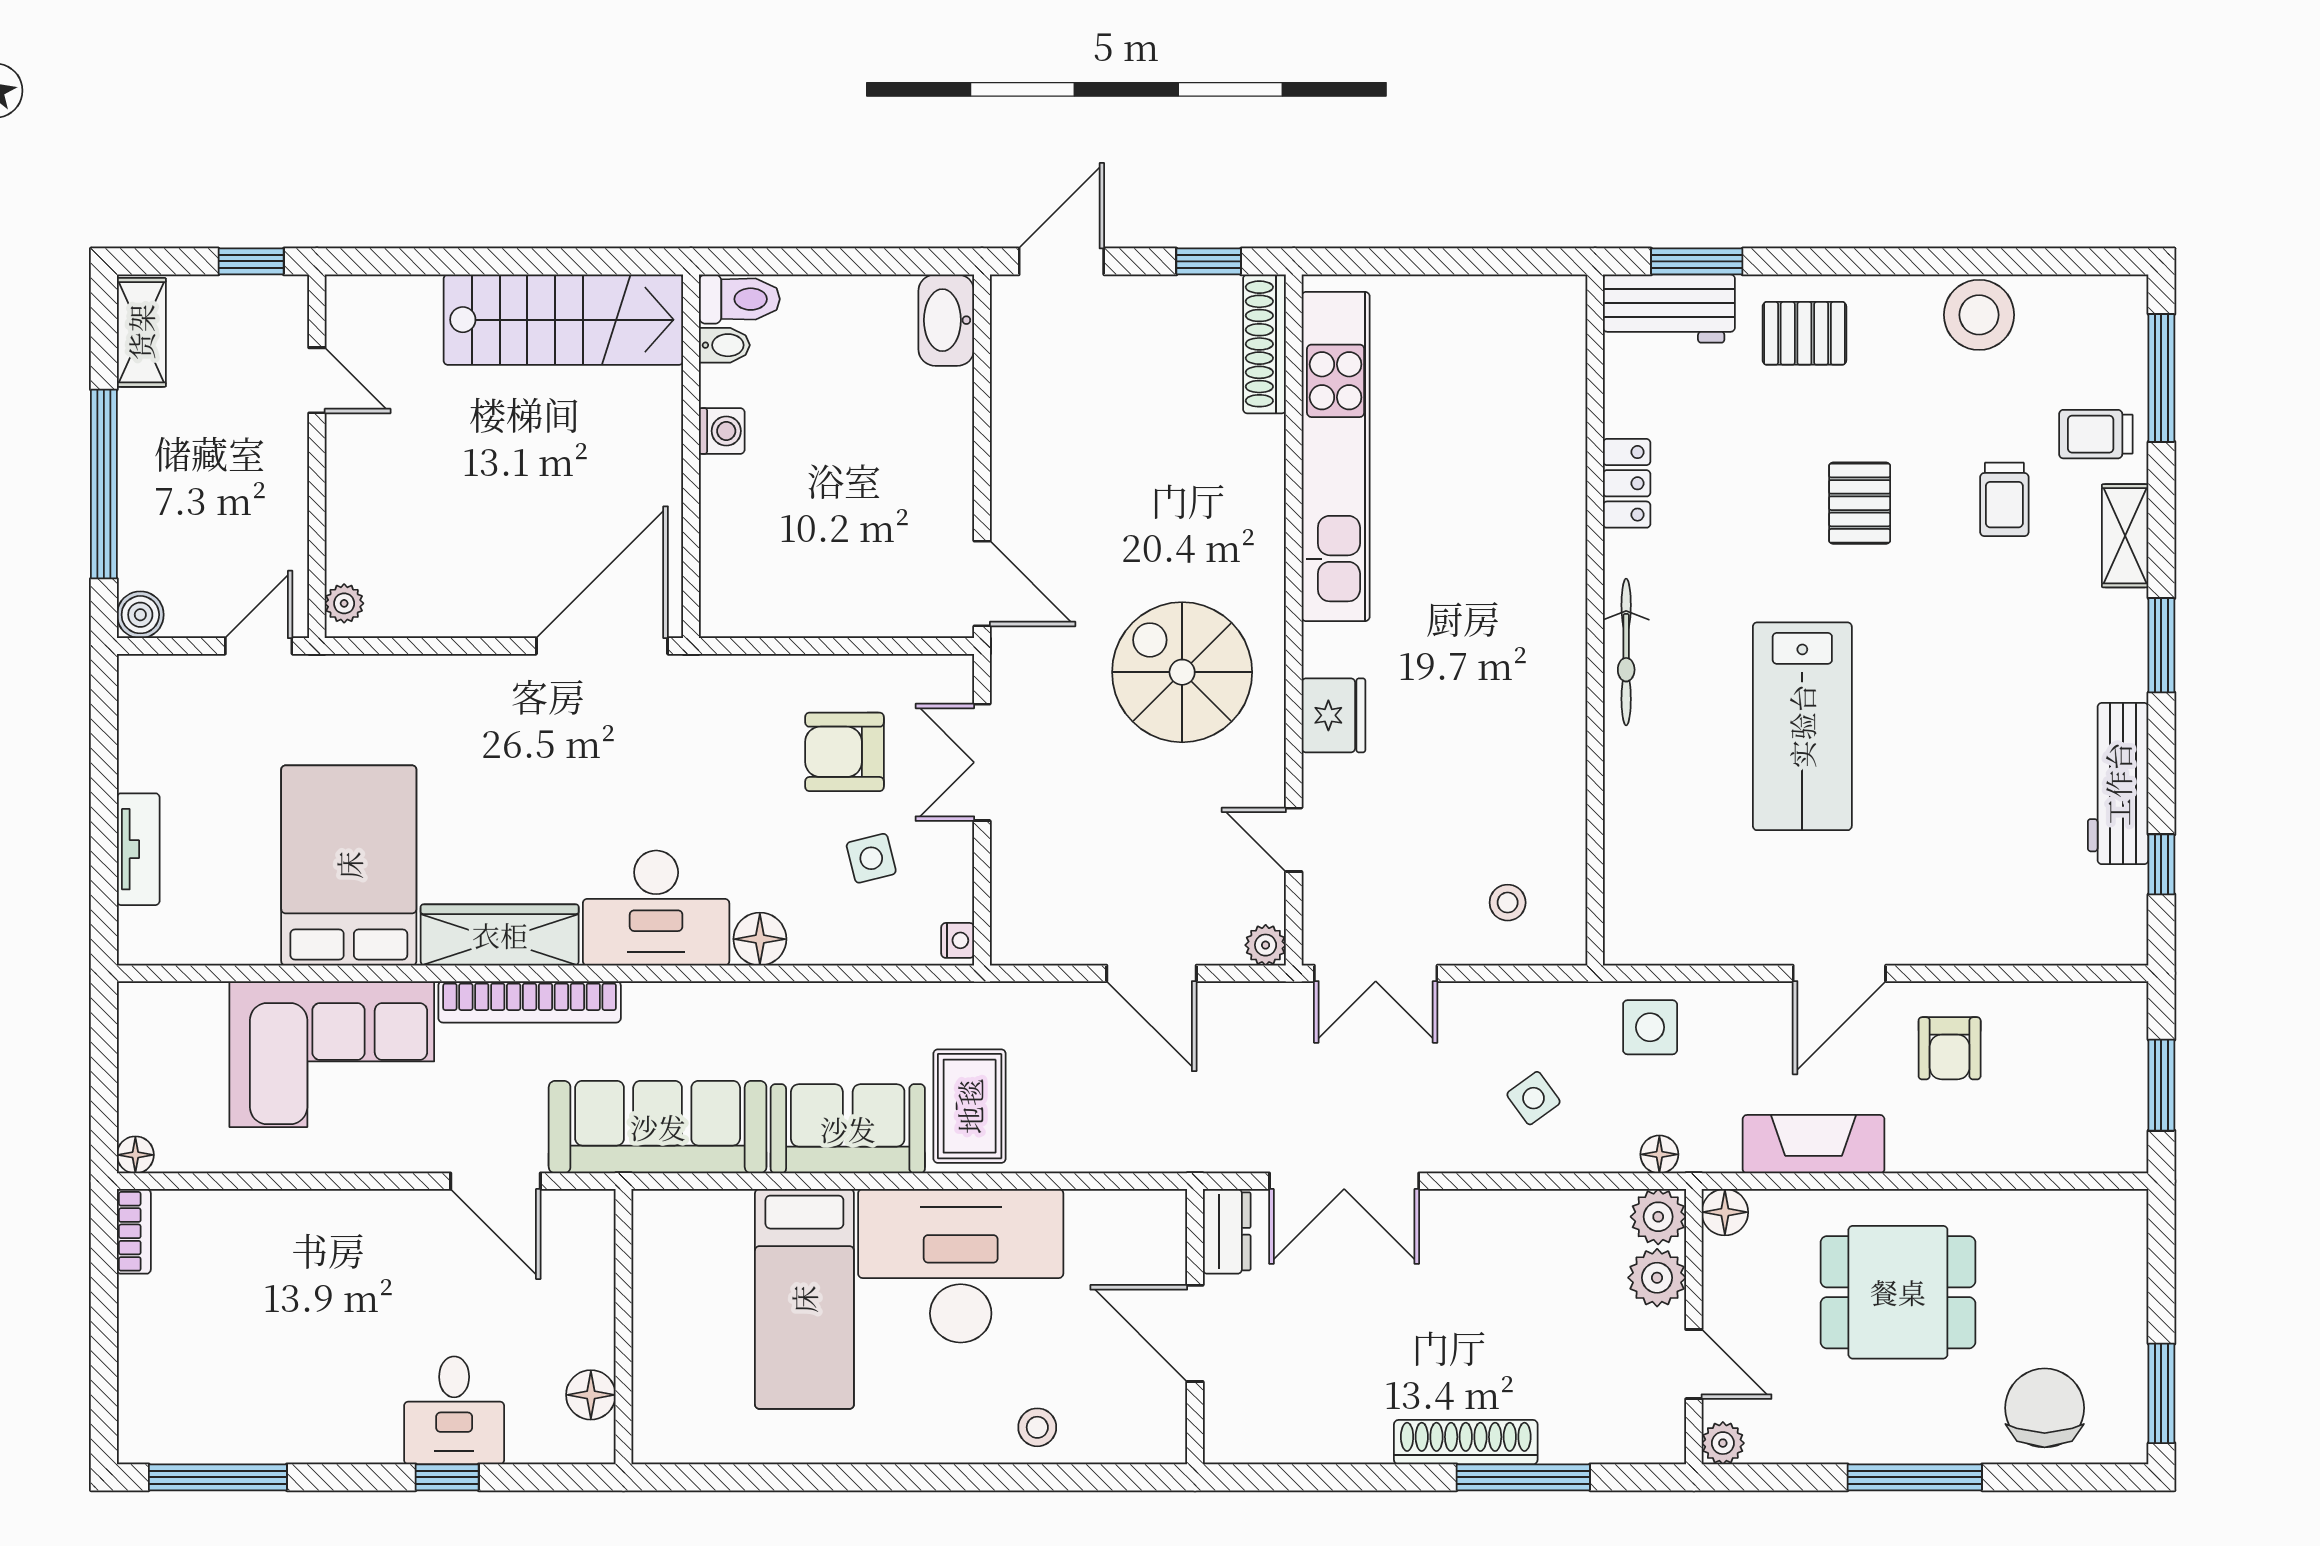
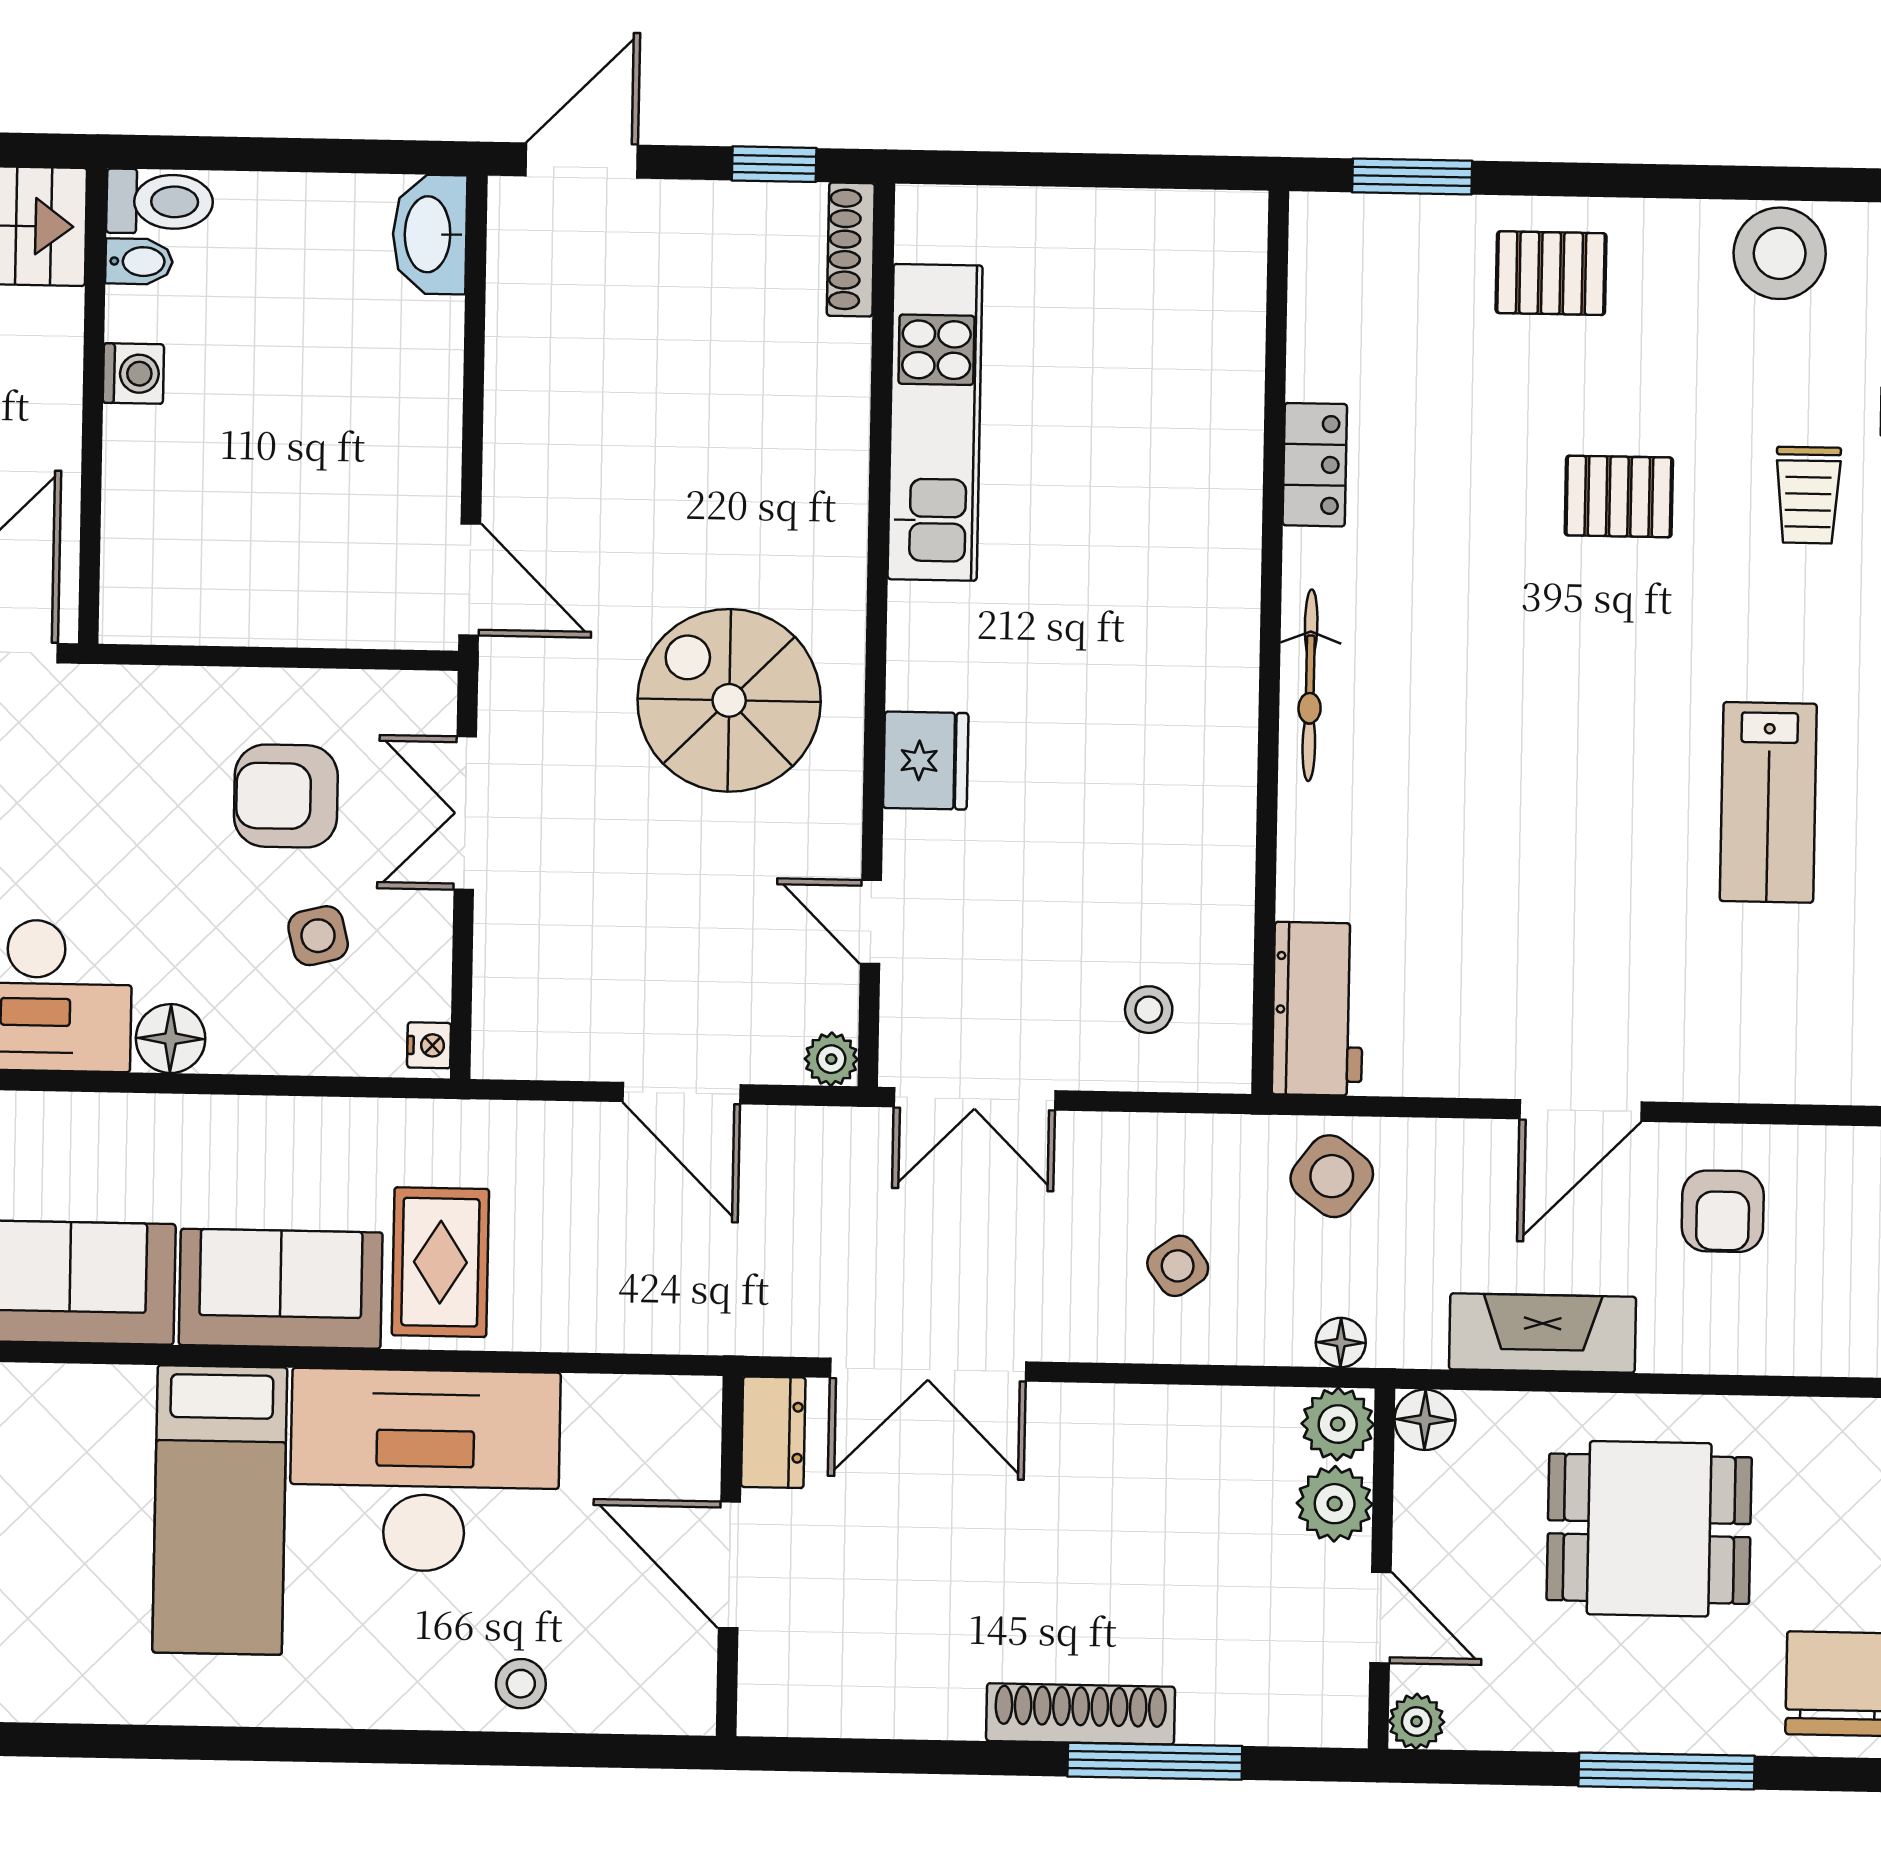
workbench: (1669, 309) -> (1318, 1009), moved, turned -90
shoe rack: (1264, 344) -> (851, 249), width x0.74, depth x0.81
kitchen unit: (1336, 457) -> (935, 422), width x0.73
pallet: (1860, 503) -> (1619, 496), turned 90
lab bench: (1802, 726) -> (1768, 802), moved, width x0.73, depth x0.72
side table: (1650, 1027) -> (1332, 1176), turned 37

